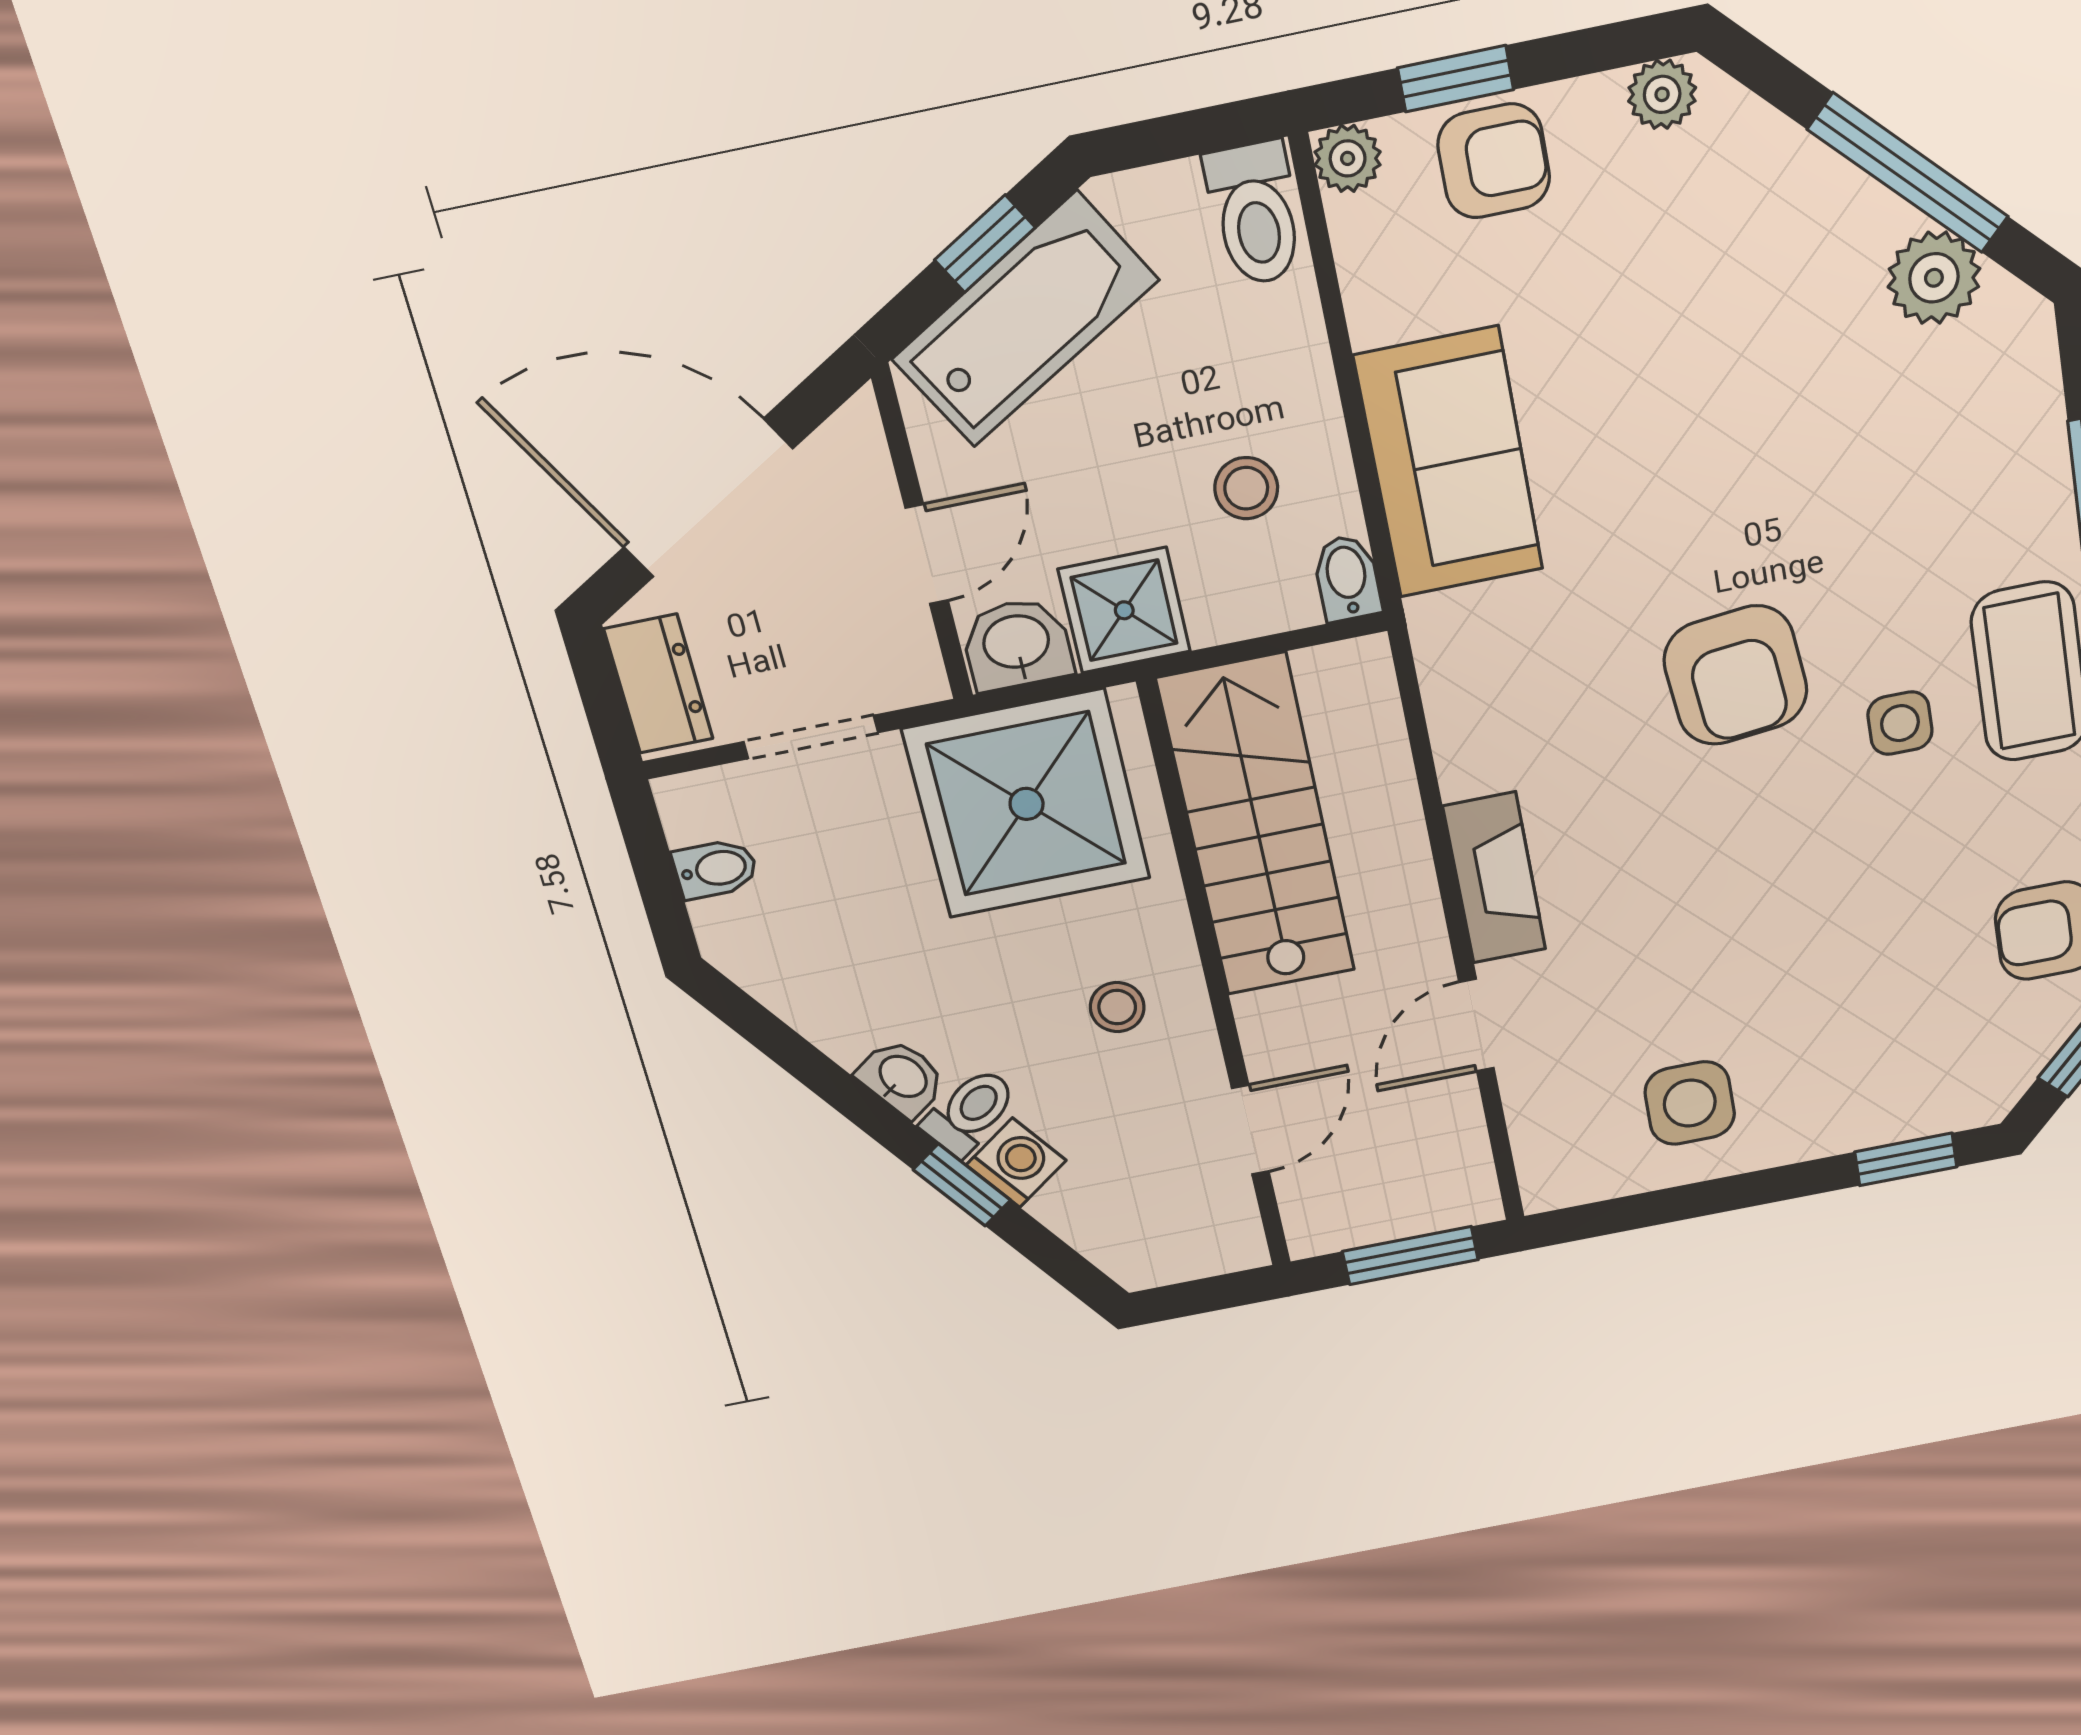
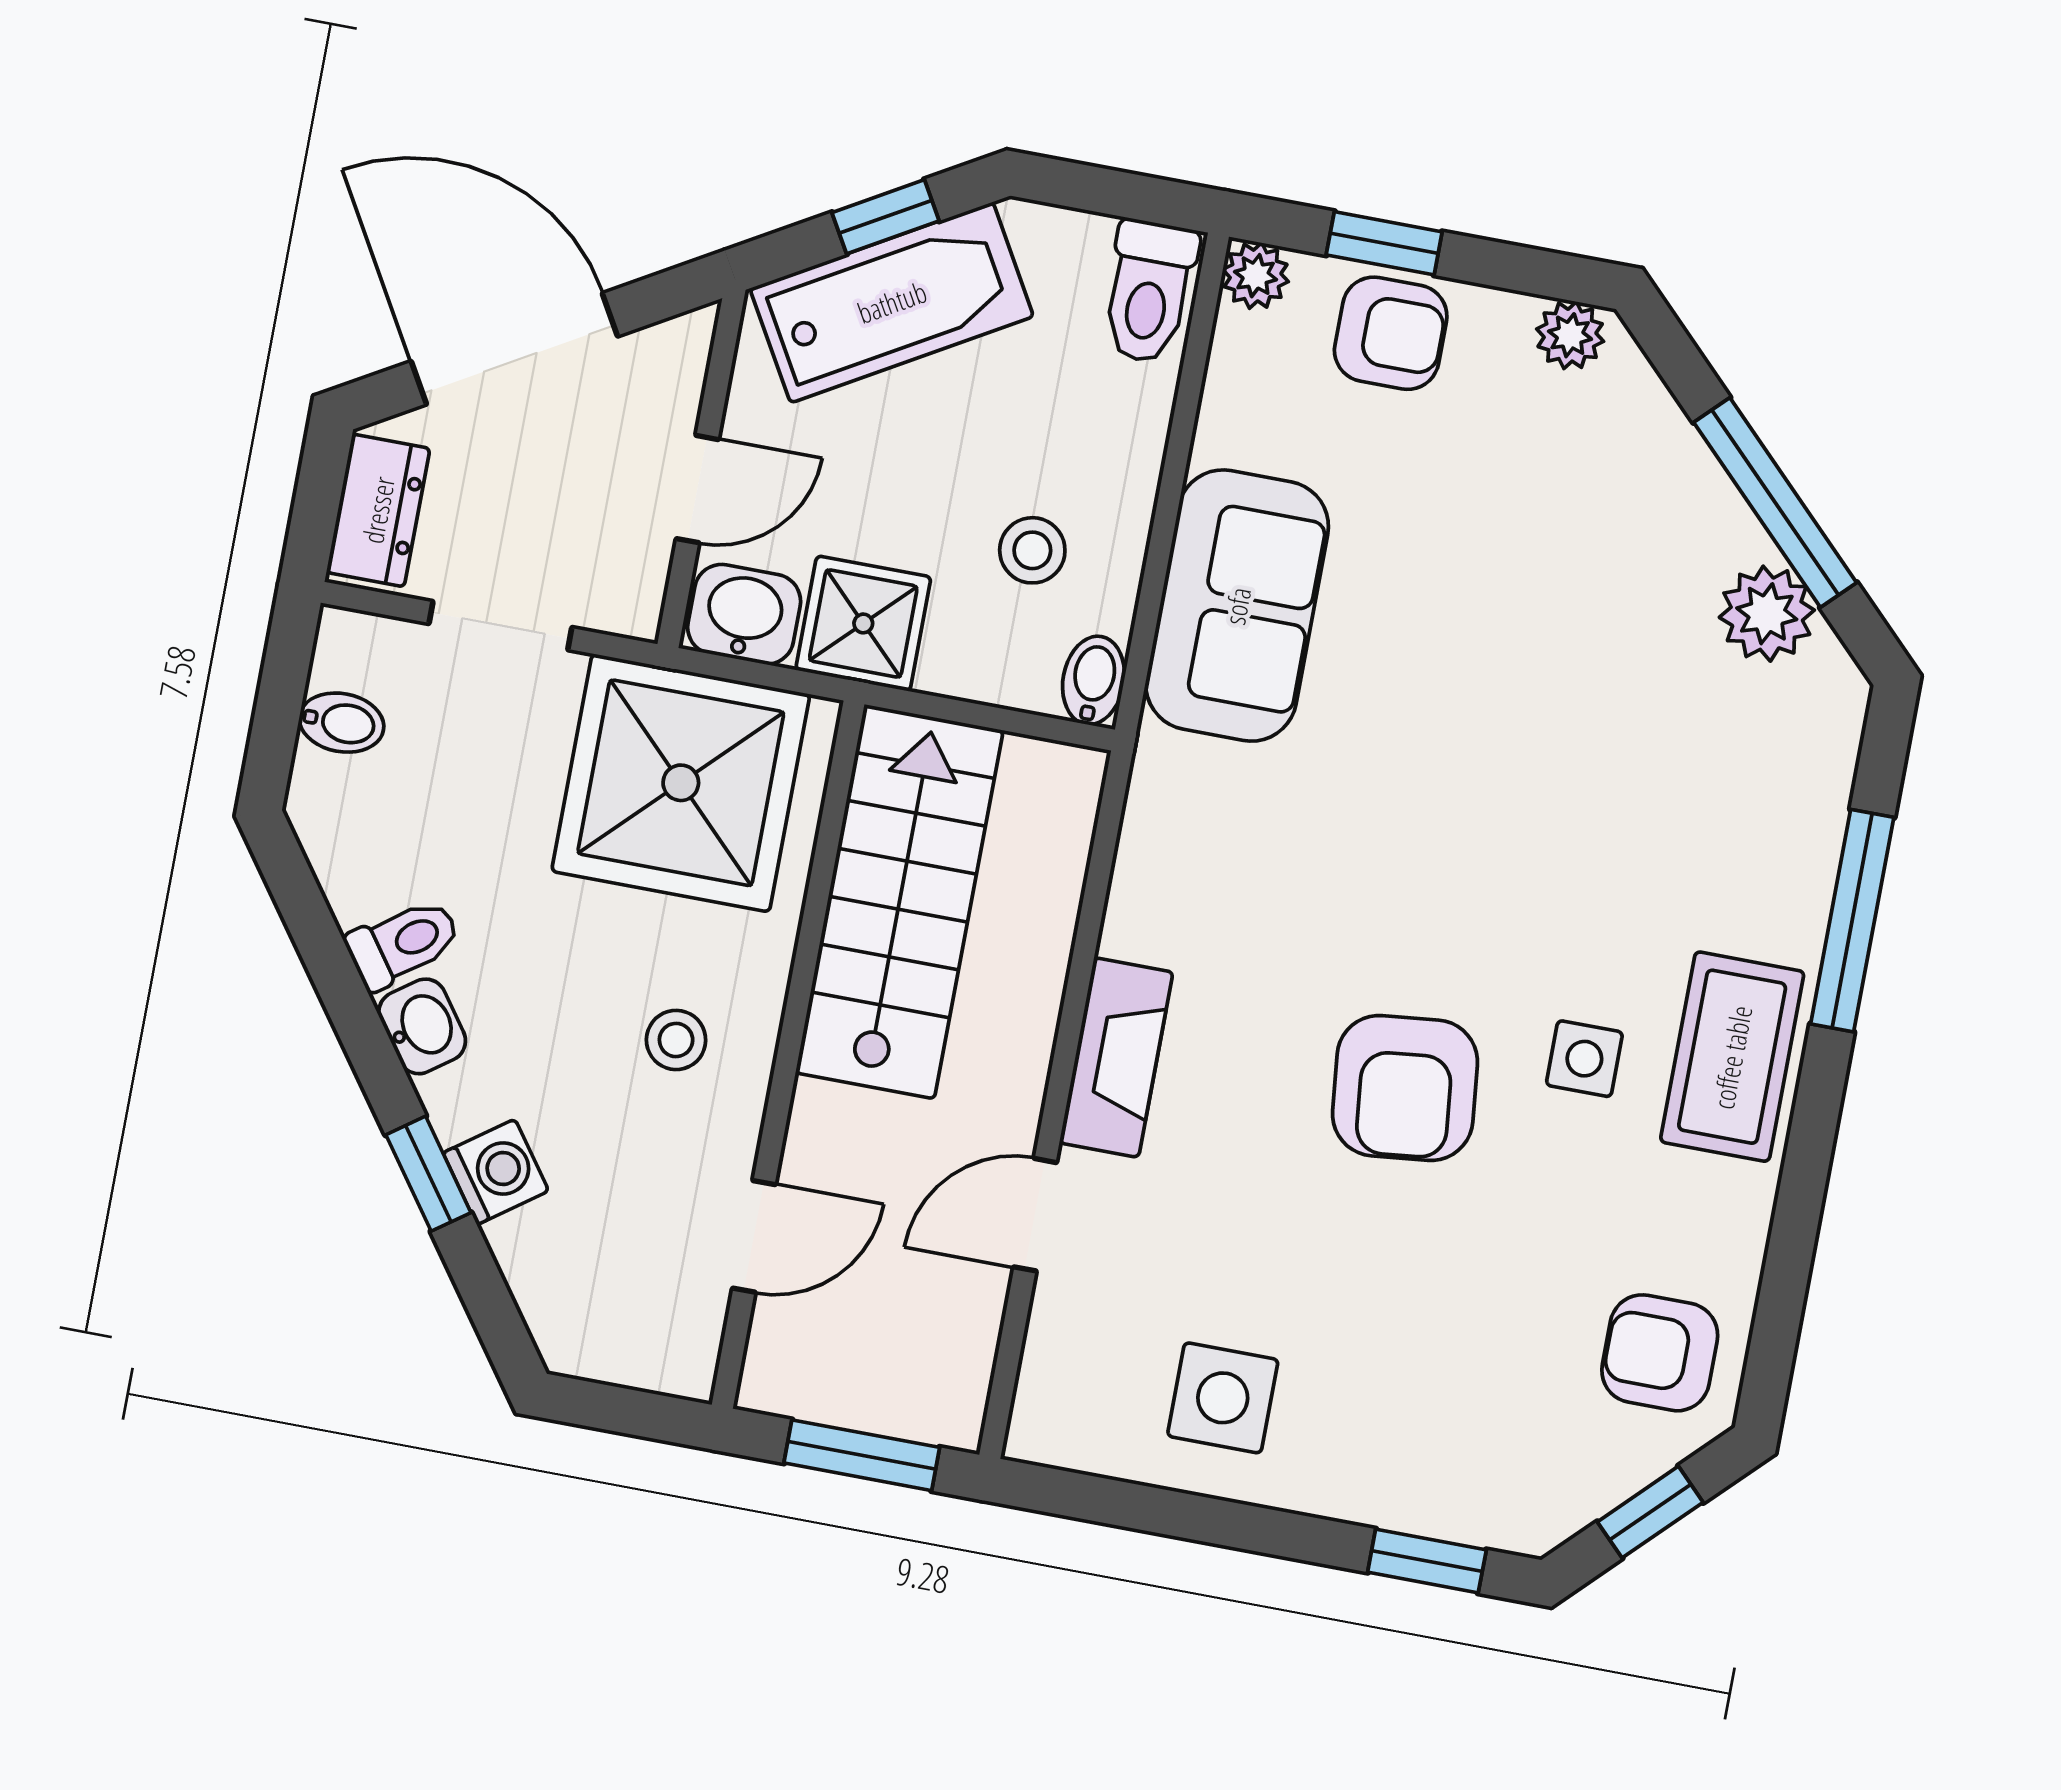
armchair: (1736, 675) -> (1405, 1088), moved
toilet: (970, 1112) -> (403, 943), moved

